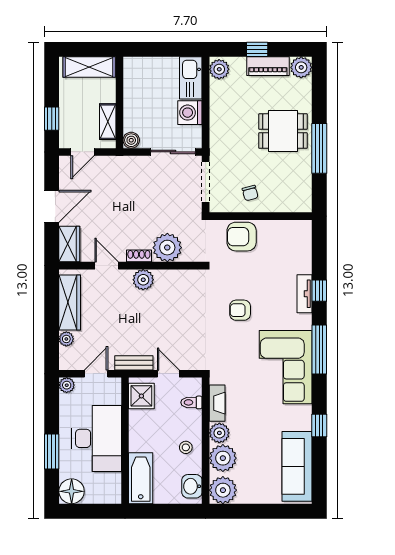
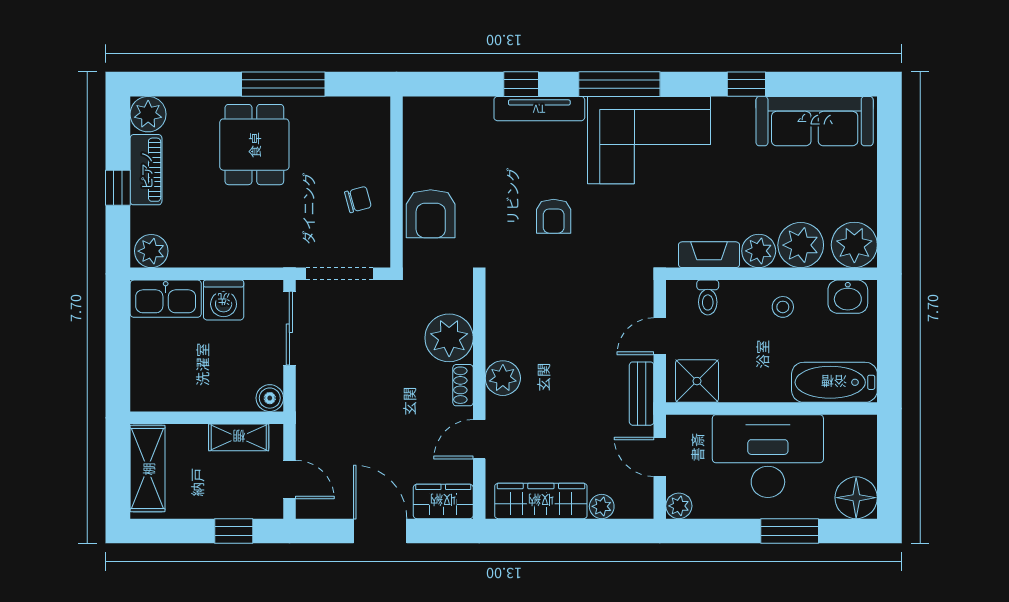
tv unit: (305, 294) -> (539, 109), width x1.41

